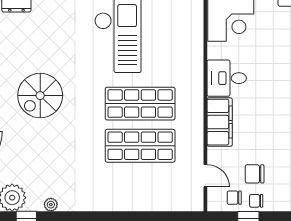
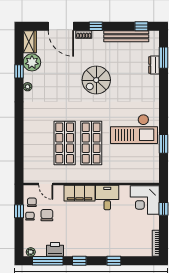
spiral stairs: (40, 96) -> (96, 80), turned -90
door: (205, 176) -> (46, 184), hinge flipped

